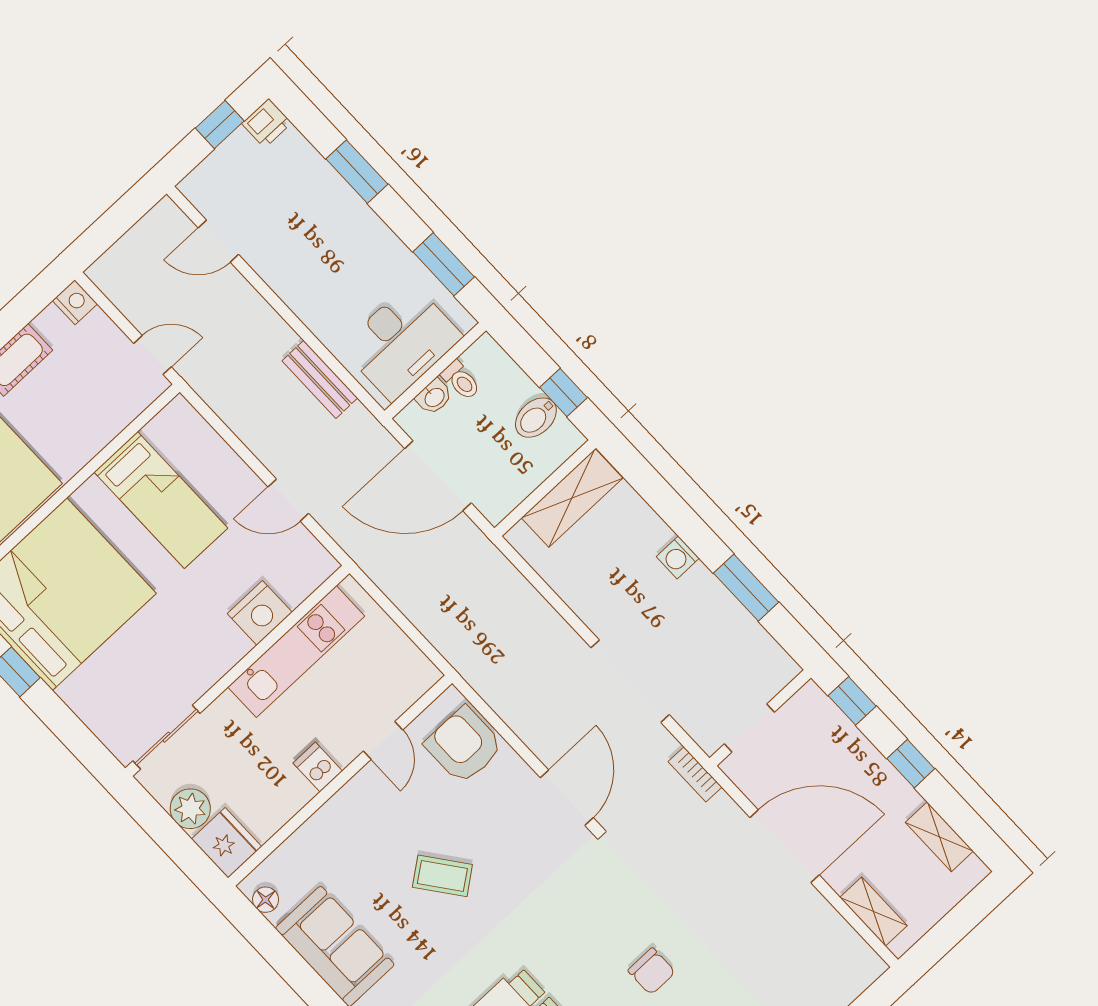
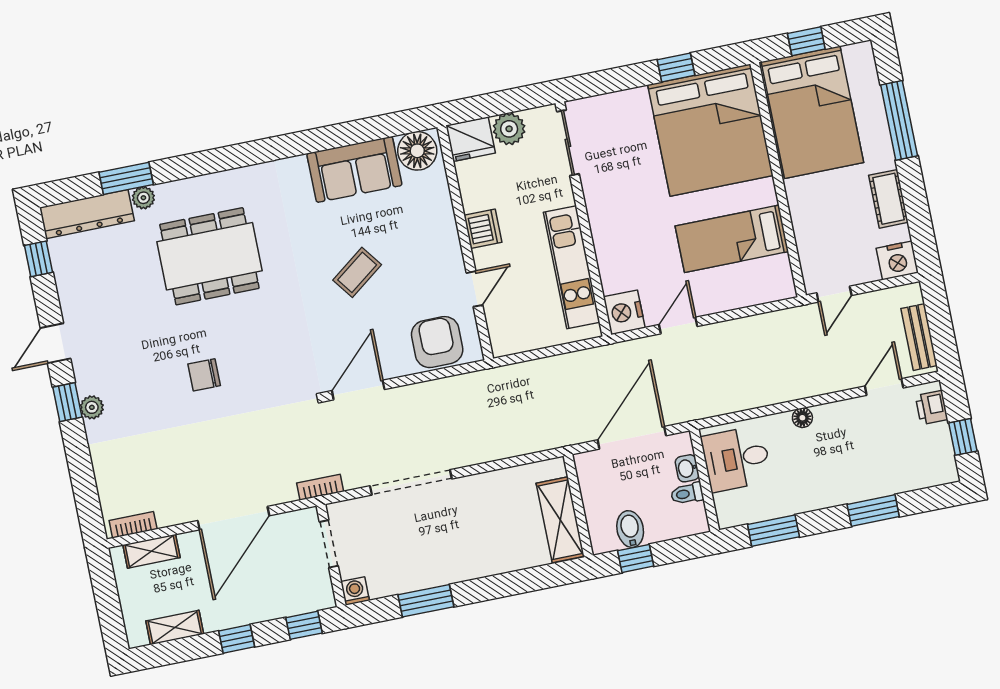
printer: (267, 123) -> (932, 407), moved
nightstand: (75, 302) -> (897, 260), width x1.36, depth x1.33
floor lamp: (305, 308) -> (802, 418), added
desk: (401, 342) -> (736, 459), width x0.73
bench: (320, 379) -> (919, 337), moved, turned 90
washing machine: (678, 557) -> (355, 591), moved
nightstand: (260, 613) -> (624, 312), moved
door: (383, 740) -> (475, 289), swing flipped
armchair: (464, 745) -> (437, 342), turned -90
dishwasher: (318, 767) -> (483, 229), width x1.38
door: (567, 798) -> (358, 390), swing flipped
floor lamp: (266, 900) -> (417, 151), width x1.89, depth x1.89
bookcase: (858, 948) -> (133, 525), added

